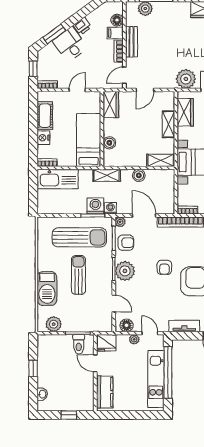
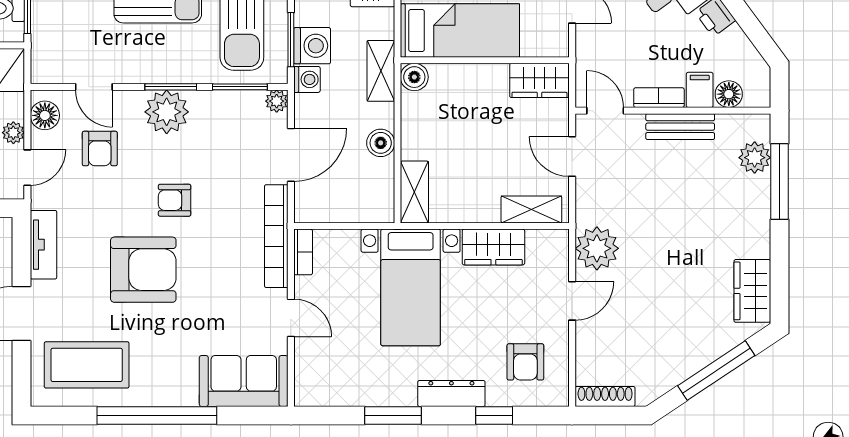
wardrobe: (185, 112) -> (493, 247), moved
shelving: (168, 124) -> (531, 209), moved
boiler: (109, 143) -> (414, 77), moved
armchair: (126, 243) -> (100, 148), moved
door: (114, 303) -> (94, 87), hinge flipped

